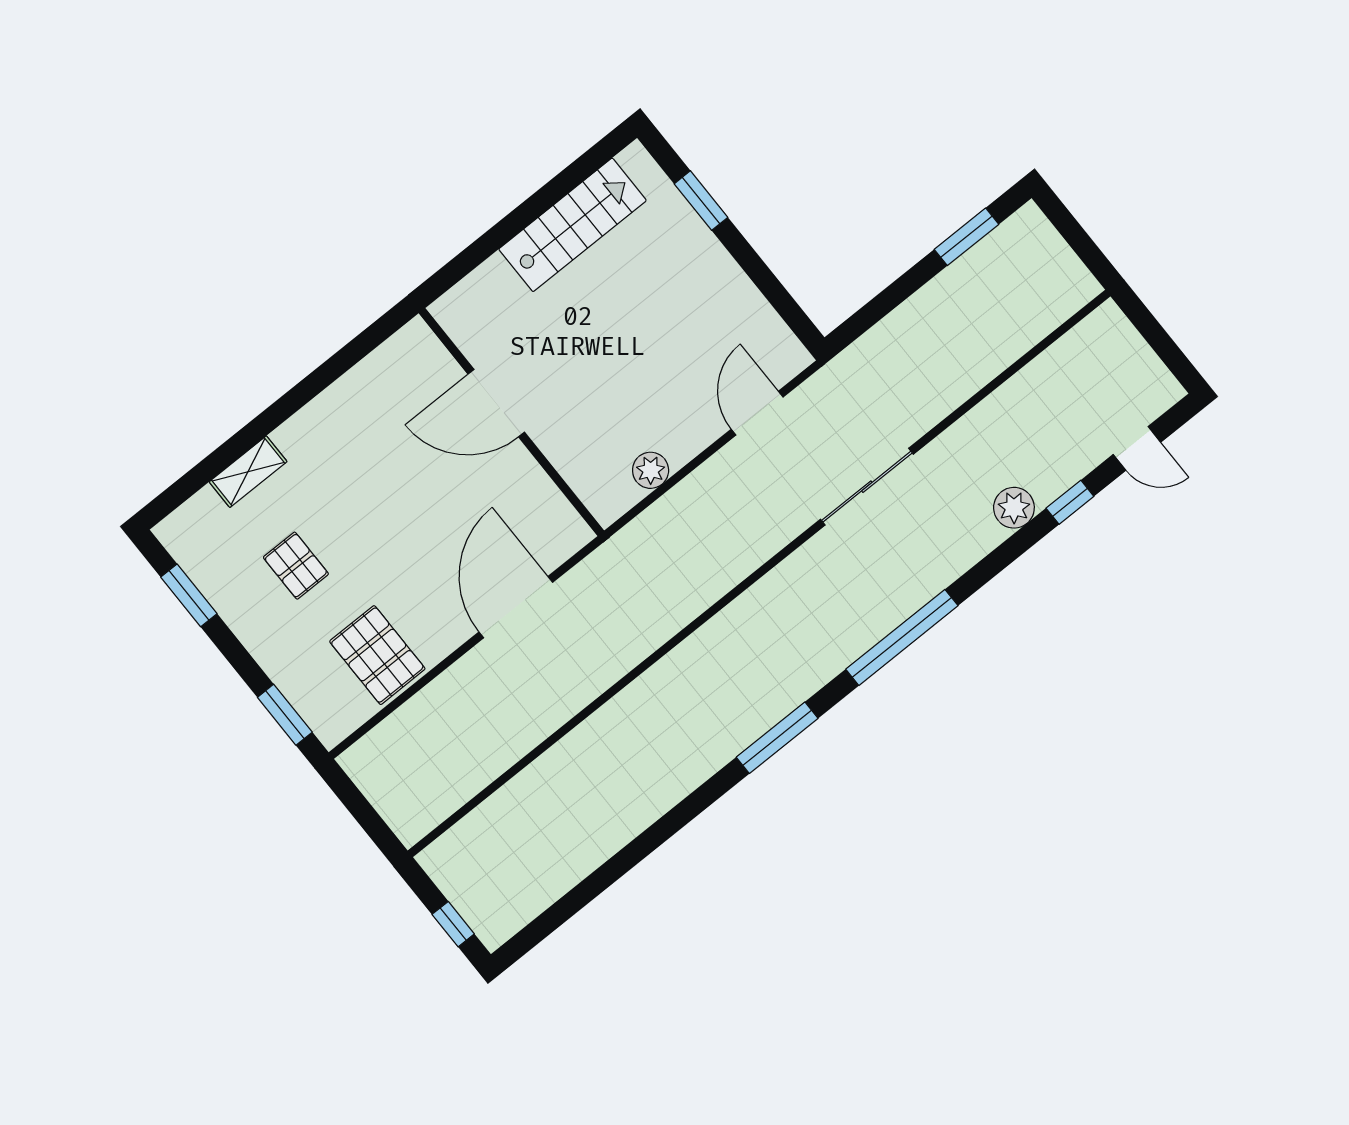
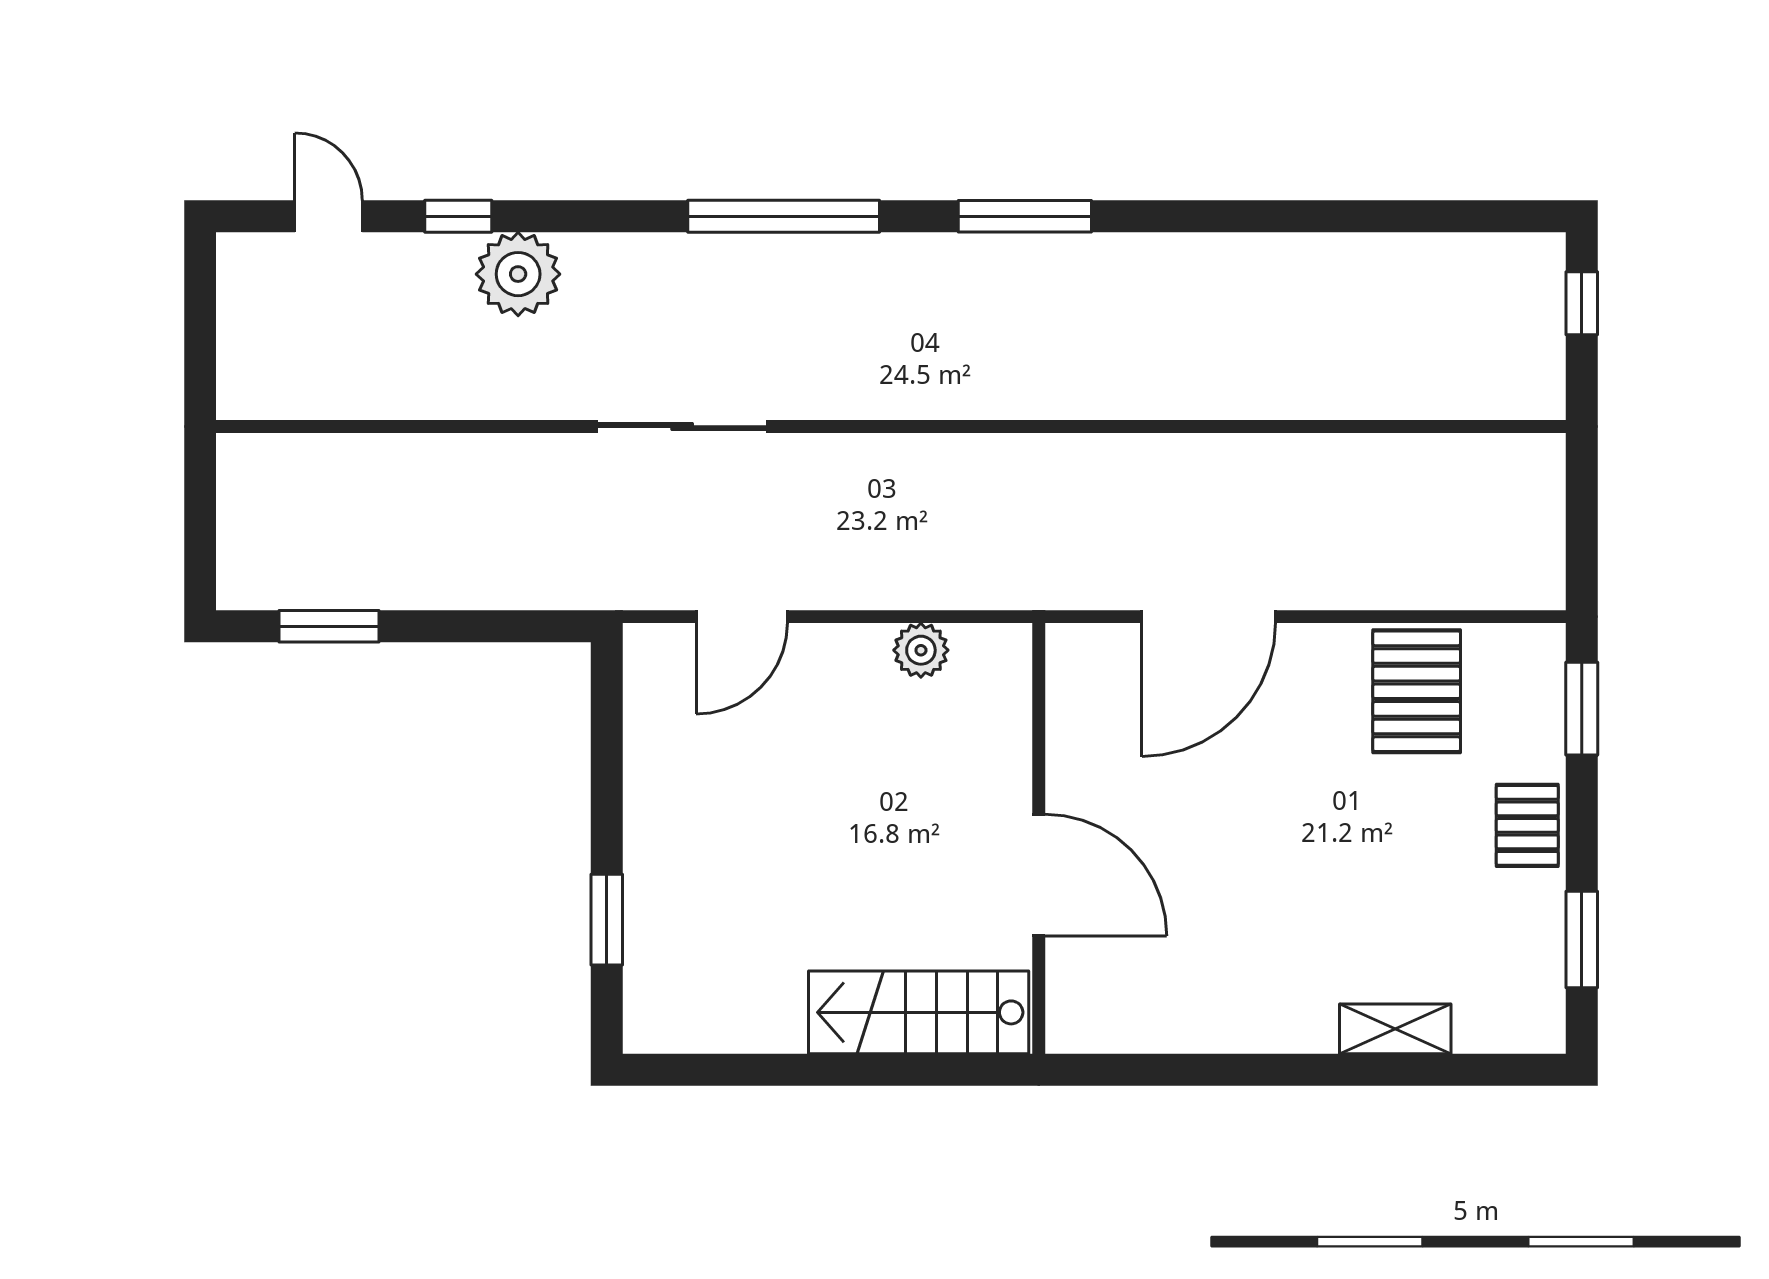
stairs: (573, 225) -> (919, 1012), moved
plant: (1014, 508) -> (518, 274), width x1.36, depth x1.36
pallet: (296, 566) -> (1527, 825), moved

